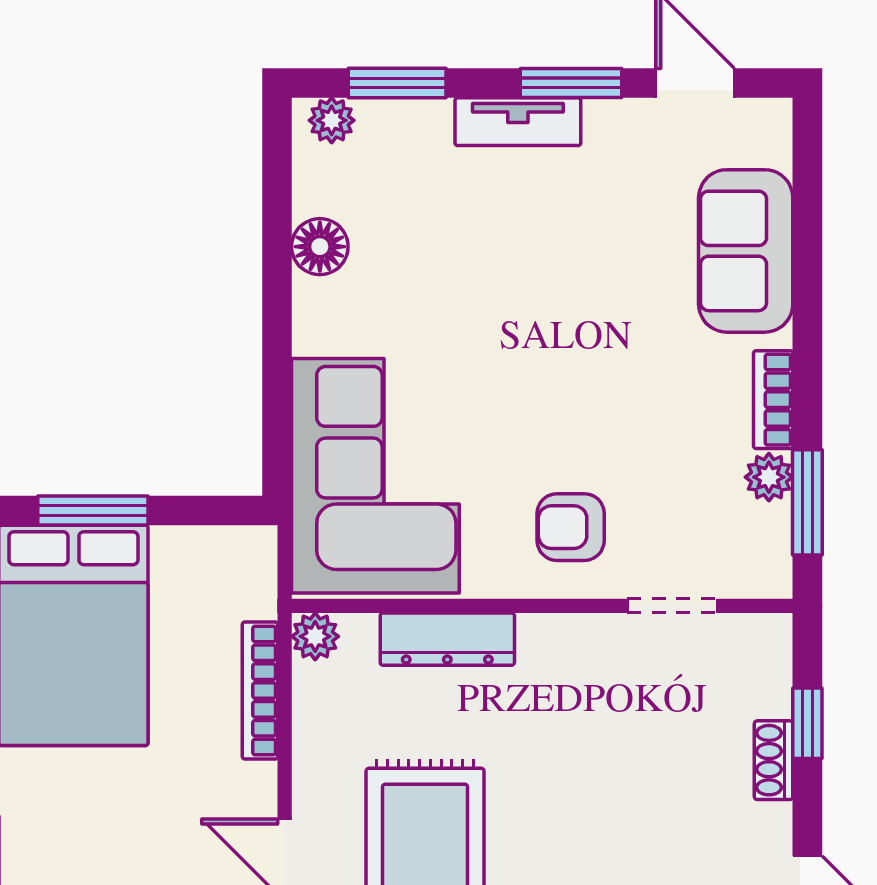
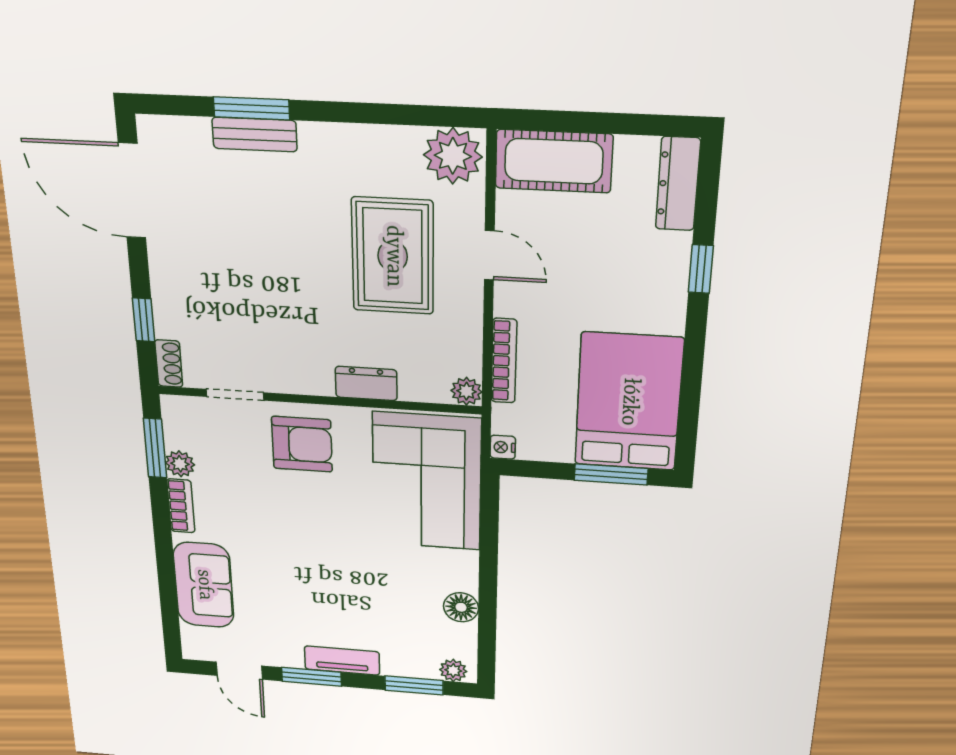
armchair: (571, 527) -> (302, 444), width x1.38, depth x1.38
nightstand: (259, 545) -> (503, 447), added
dresser: (447, 639) -> (366, 383), width x0.70
shoe rack: (774, 760) -> (169, 364), moved

